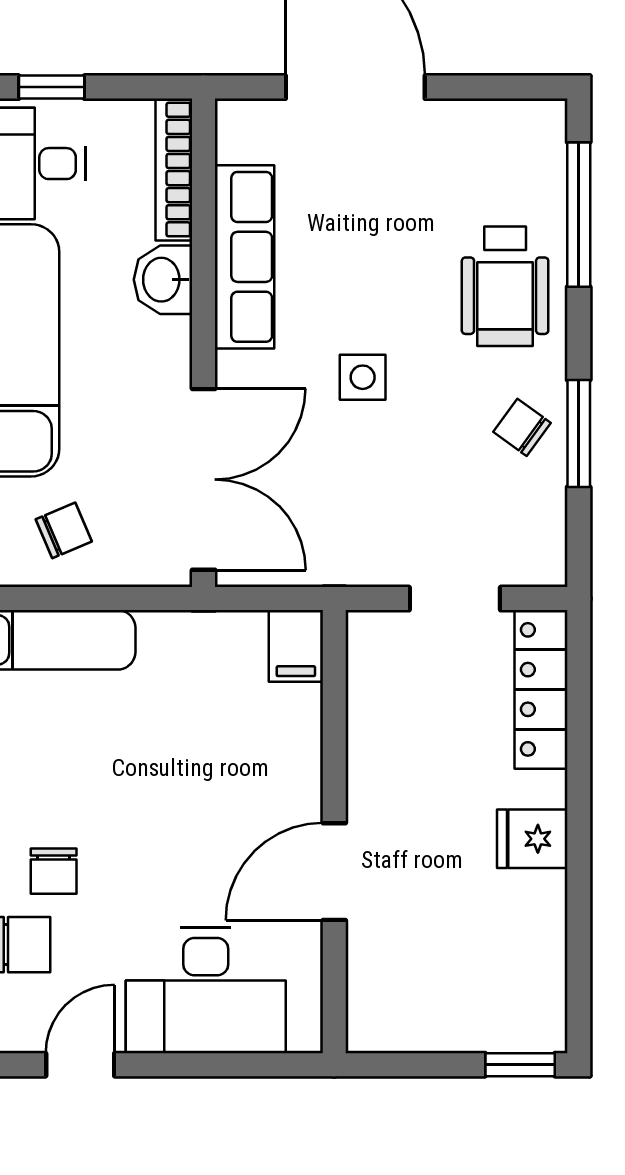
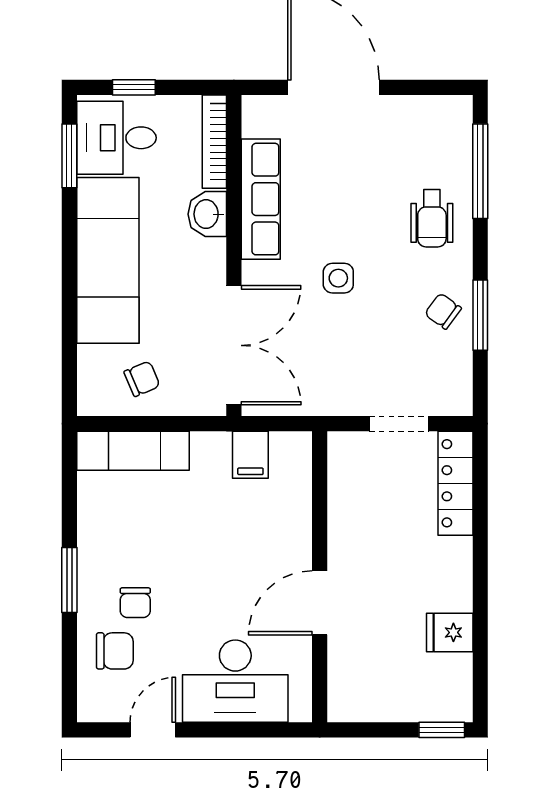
wheelchair: (505, 286) -> (432, 218), width x0.73, depth x0.73
filing cabinet: (296, 646) -> (250, 455), moved
fridge: (532, 839) -> (450, 632), moved

